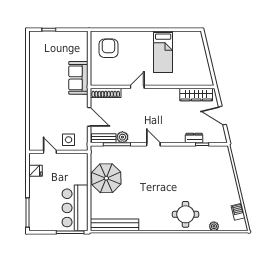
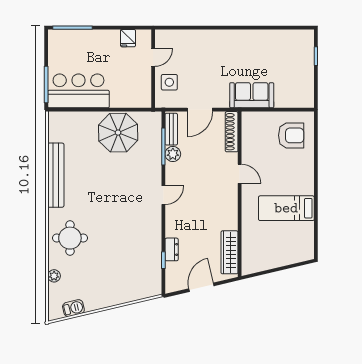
bench: (115, 225) -> (56, 175), moved

